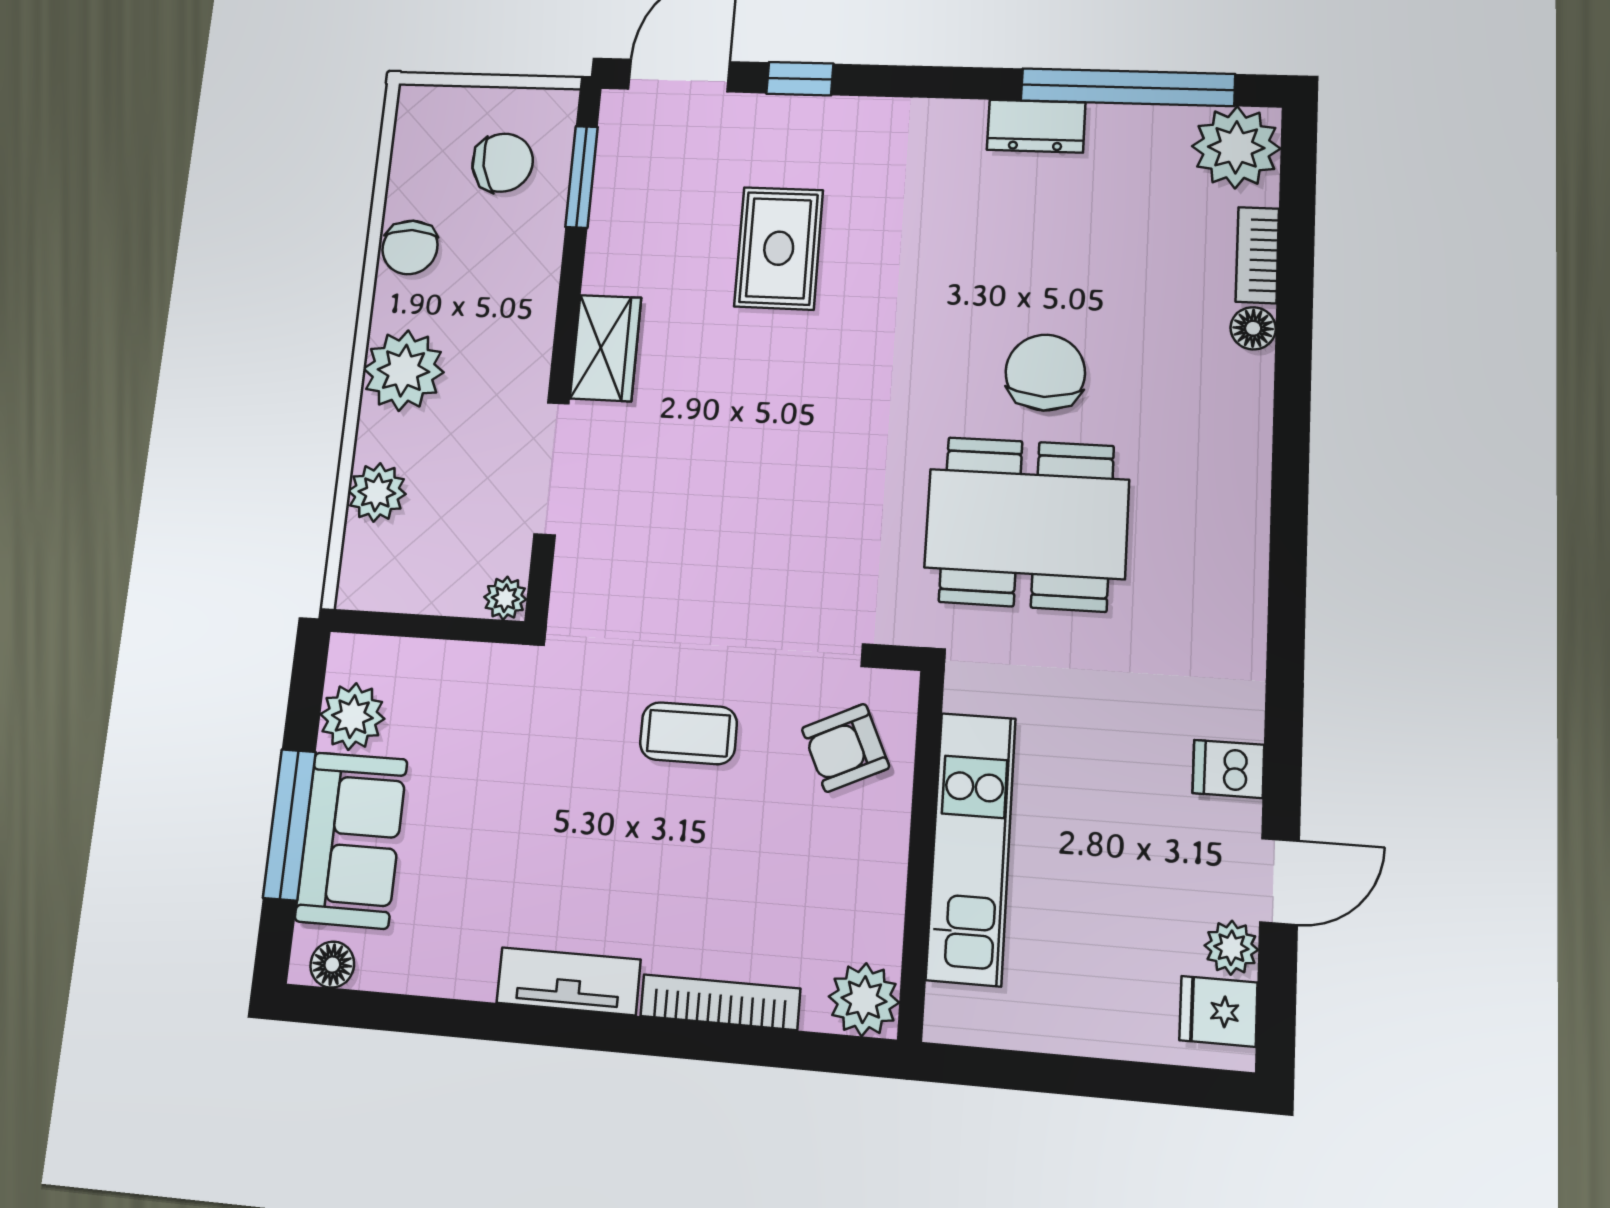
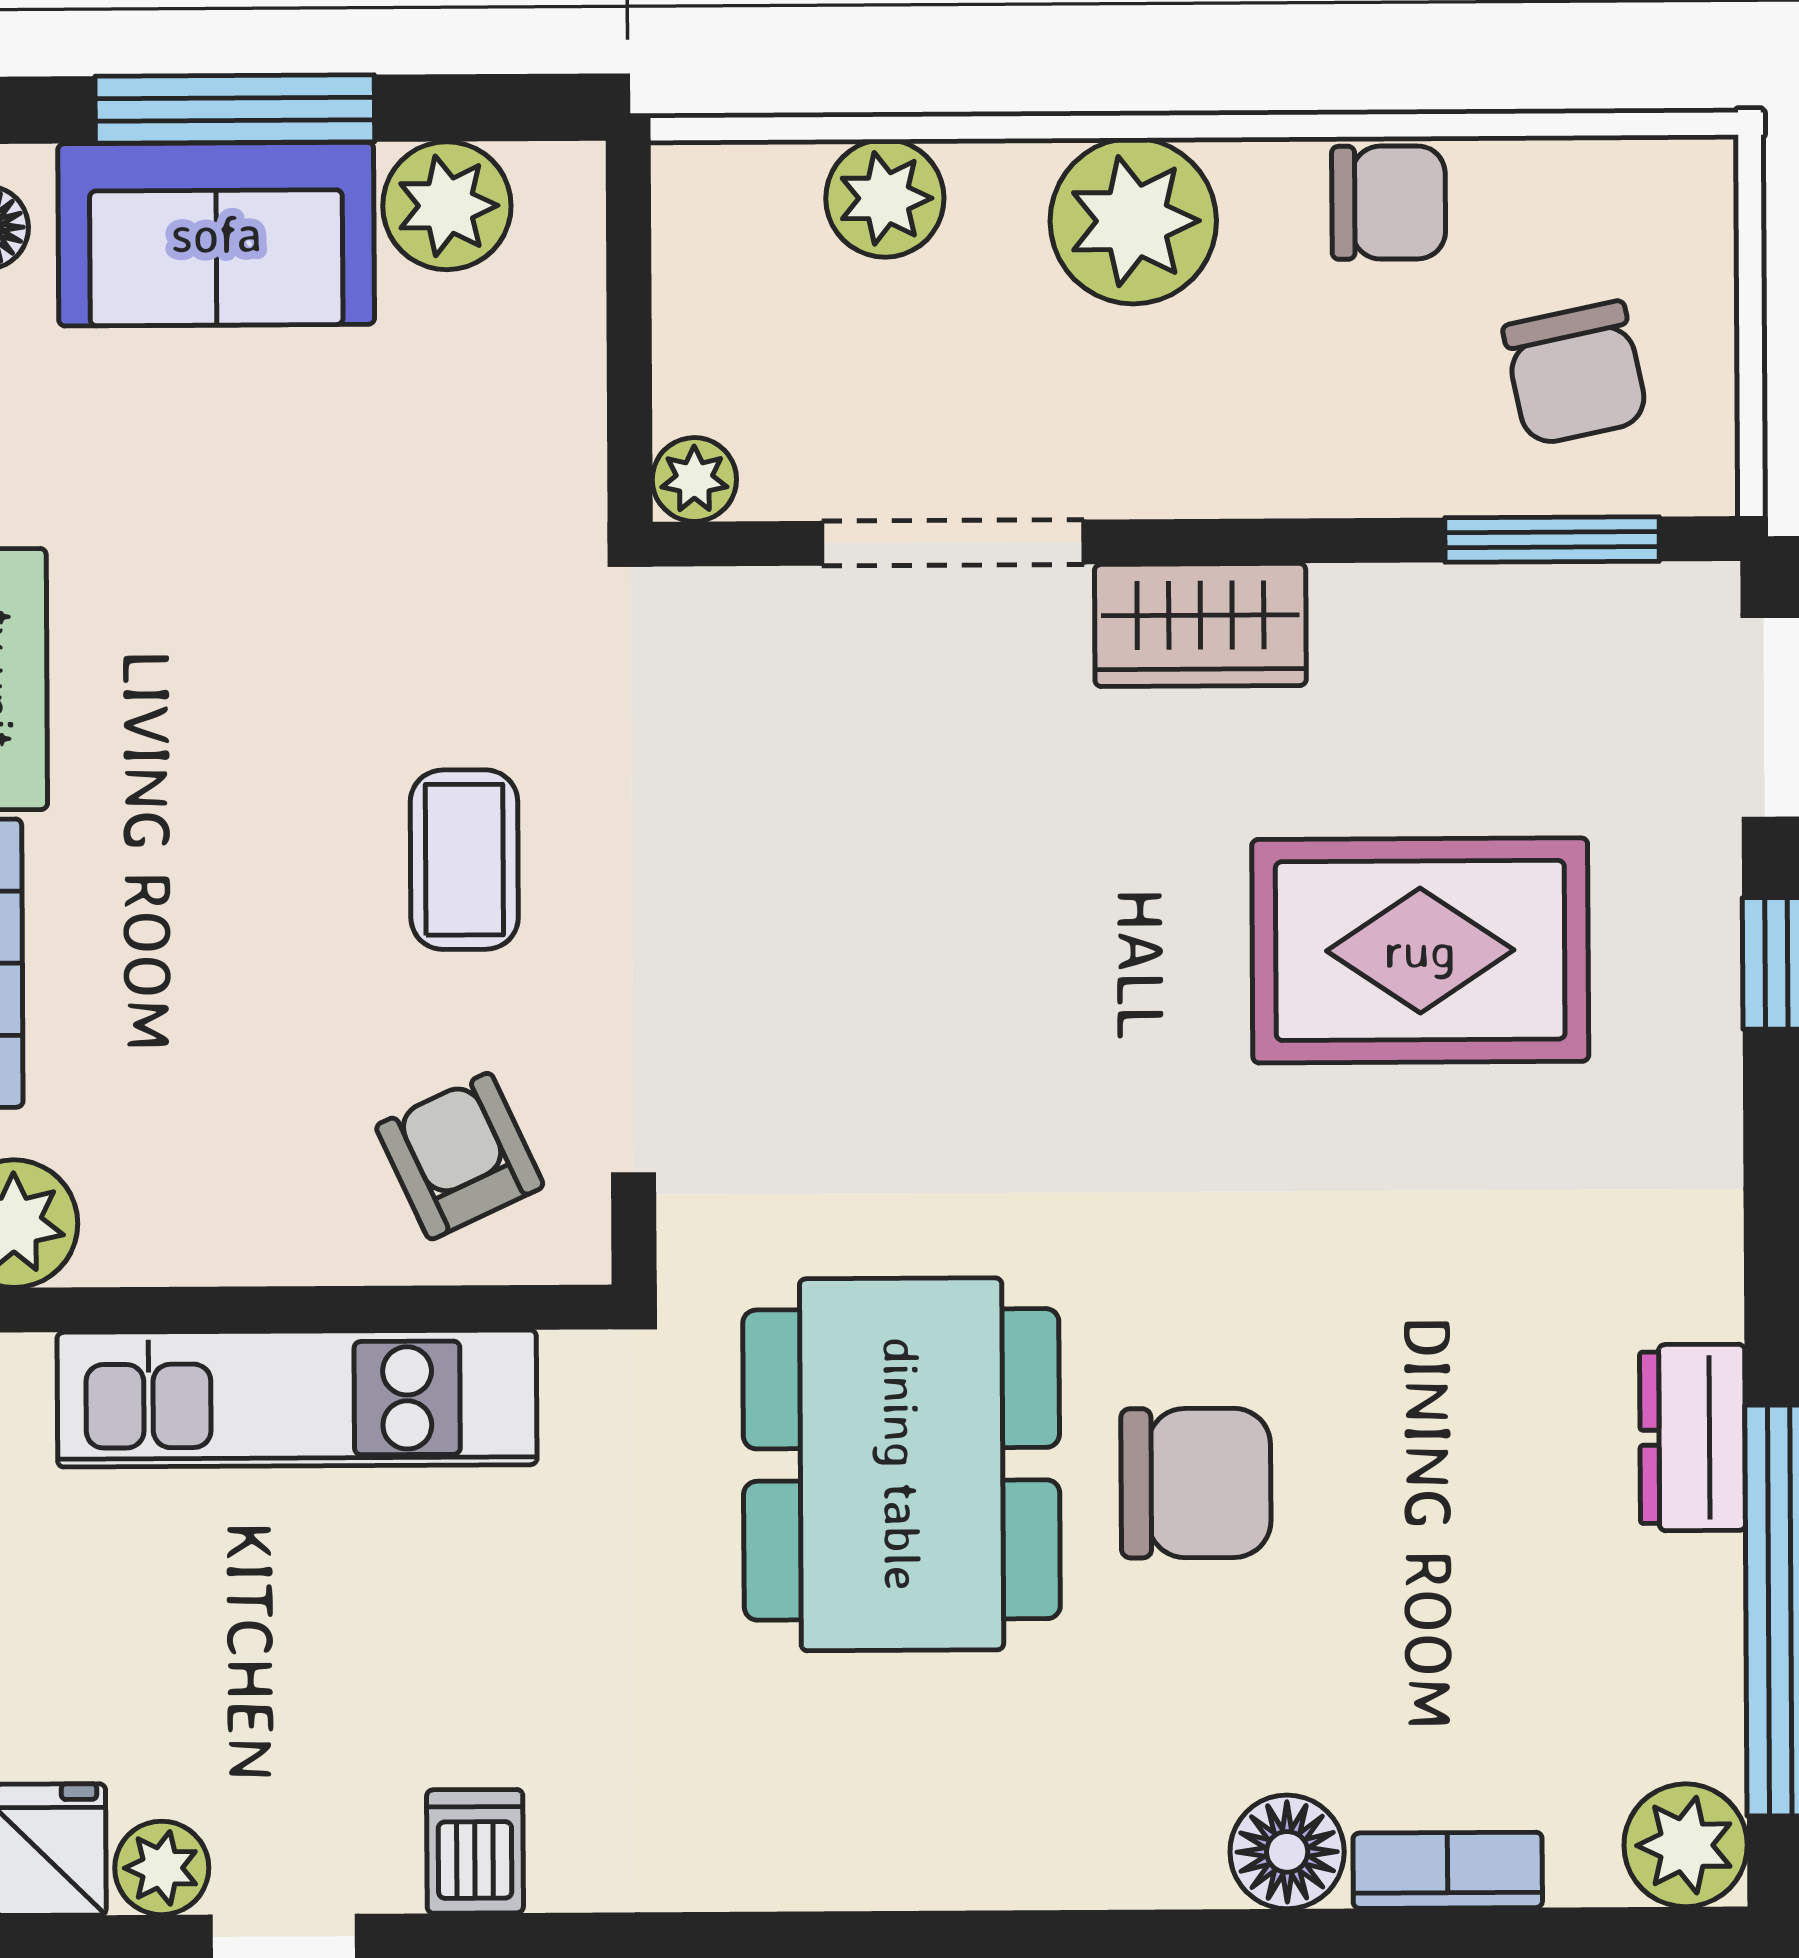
plant: (1236, 147) -> (1686, 1845), width x0.73, depth x0.73
chair: (410, 247) -> (1389, 203), turned 180
rug: (779, 248) -> (1420, 950), width x1.36, depth x1.43
floor lamp: (1253, 328) -> (1287, 1852), width x1.37, depth x1.37

